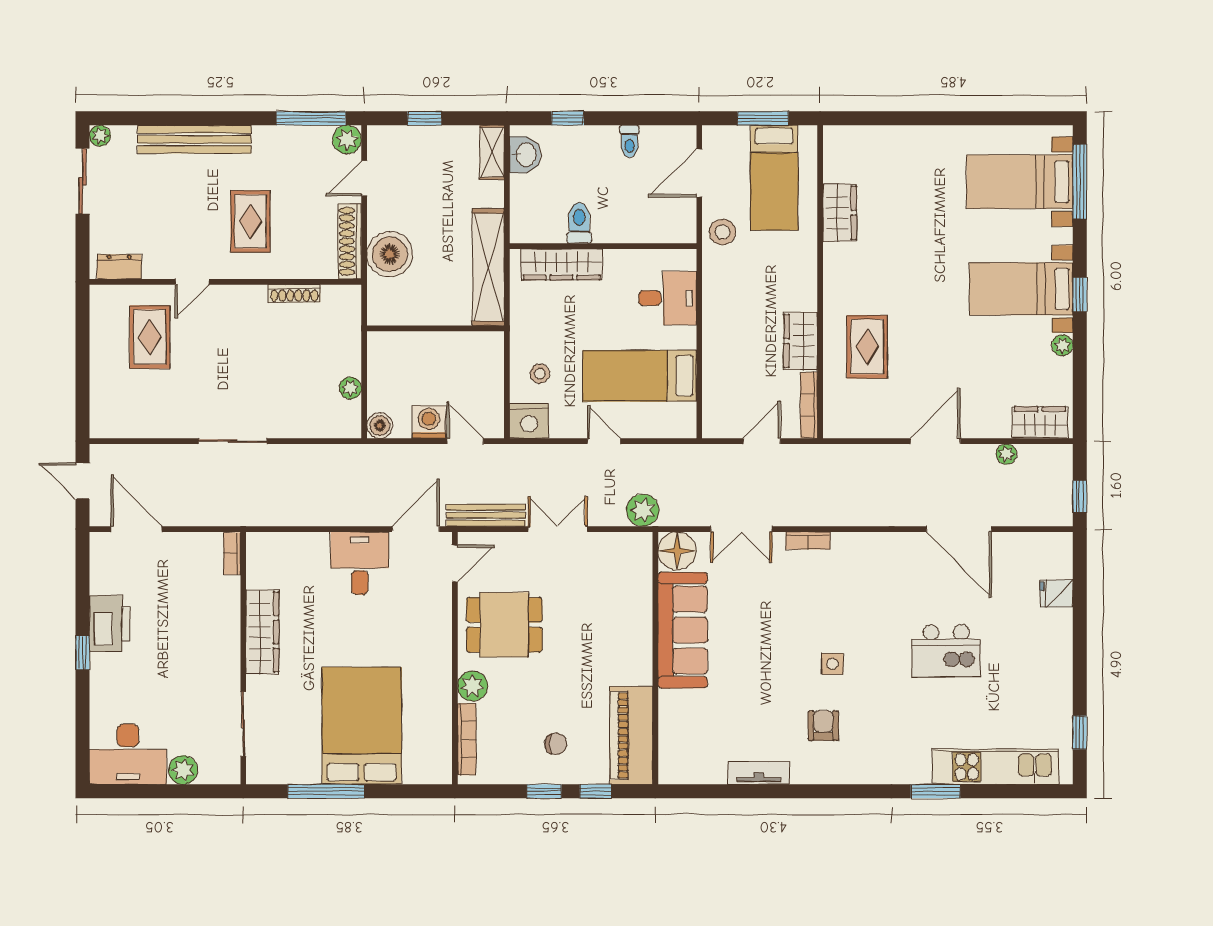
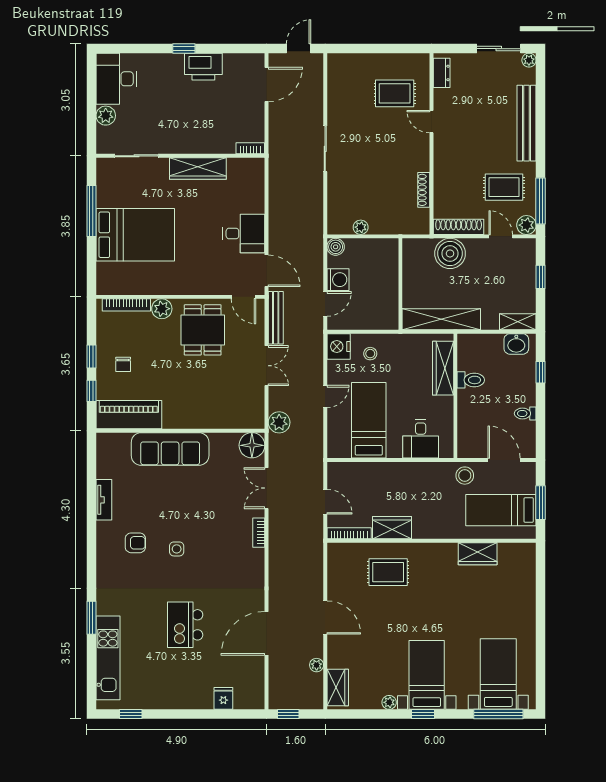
rug: (250, 221) -> (504, 187), moved
sofa: (683, 630) -> (170, 449), moved

